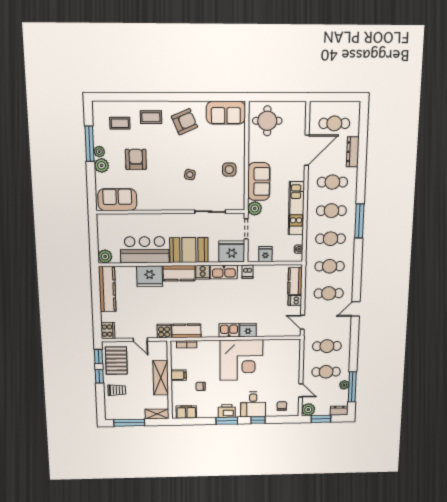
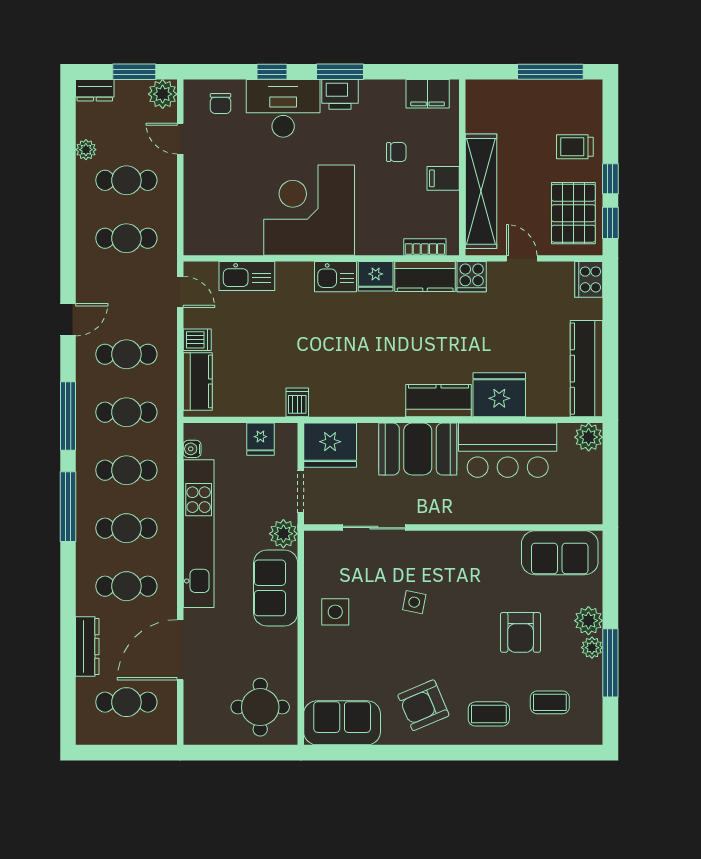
kitchen unit: (296, 208) -> (199, 534), width x1.36
cooker: (203, 272) -> (390, 402), removed
kitchen sink: (224, 272) -> (247, 276), moved, turned 180
fridge: (248, 330) -> (376, 276), moved
shelving: (161, 378) -> (481, 191), width x1.47
window: (352, 387) -> (68, 416), moved
desk: (253, 404) -> (283, 108), width x1.37
shelving: (157, 414) -> (491, 91), removed

